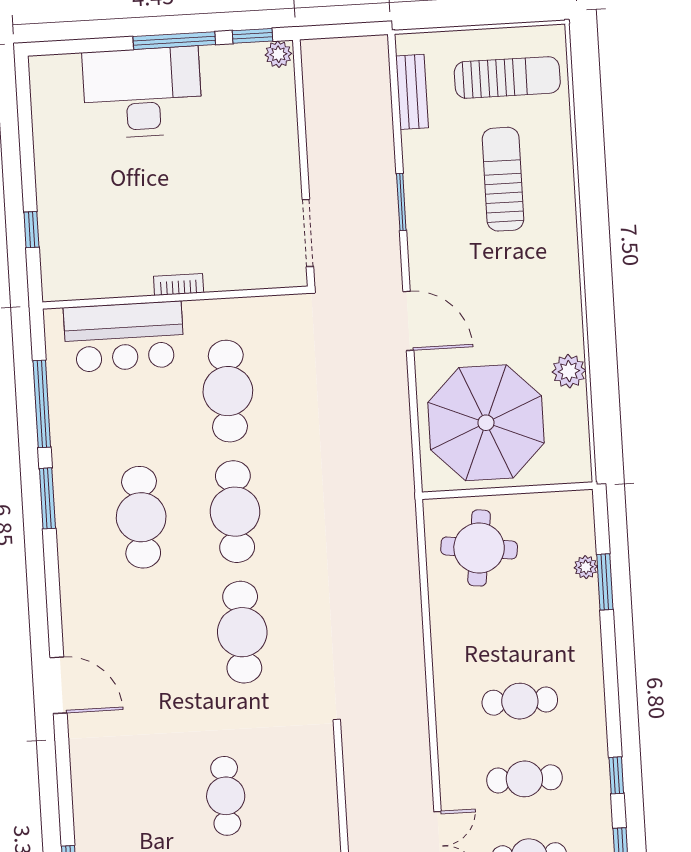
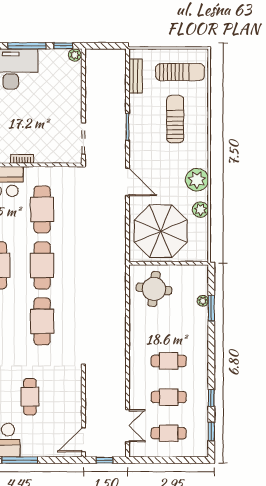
plant: (557, 307) -> (197, 180), added

